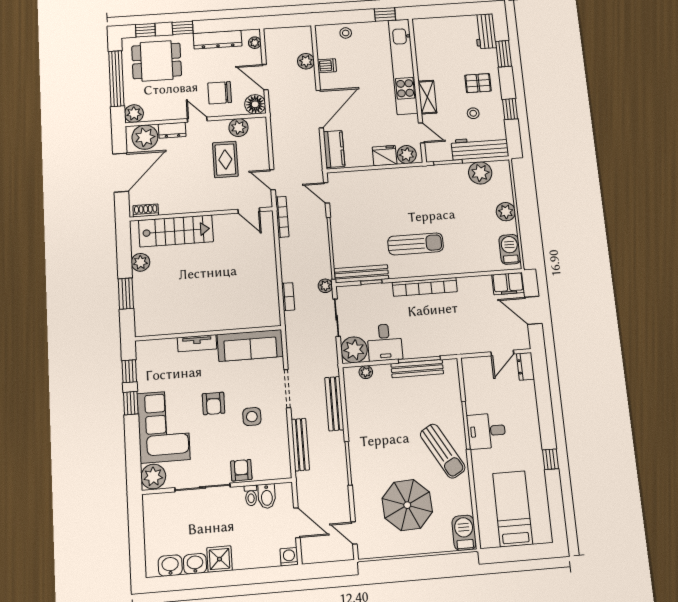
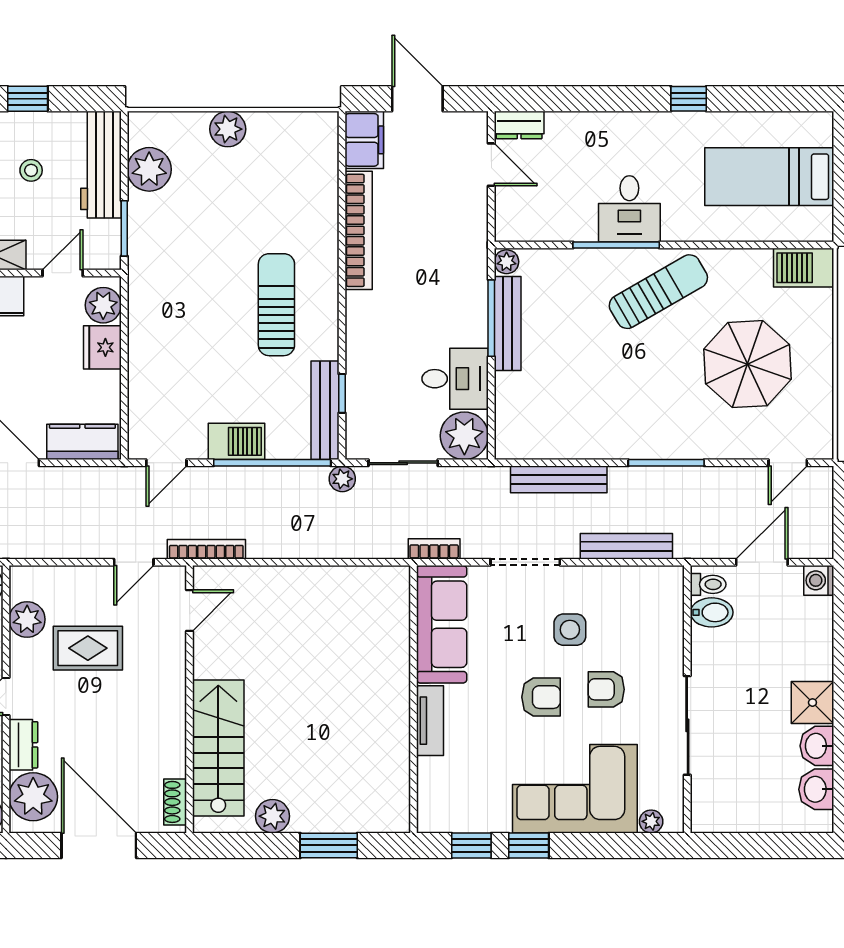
barbecue: (510, 249) -> (236, 441), moved, turned 180
bookcase: (425, 287) -> (359, 230), moved
bookcase: (288, 297) -> (434, 549), moved
door: (533, 310) -> (417, 99), swing flipped
plant: (366, 372) -> (507, 262), moved
armchair: (241, 470) -> (606, 689), moved
plant: (153, 477) -> (651, 821), width x0.53, depth x0.53
toilet: (251, 495) -> (708, 584), moved

